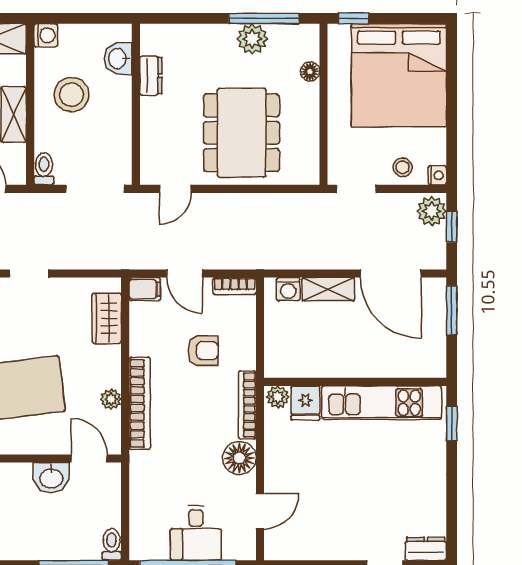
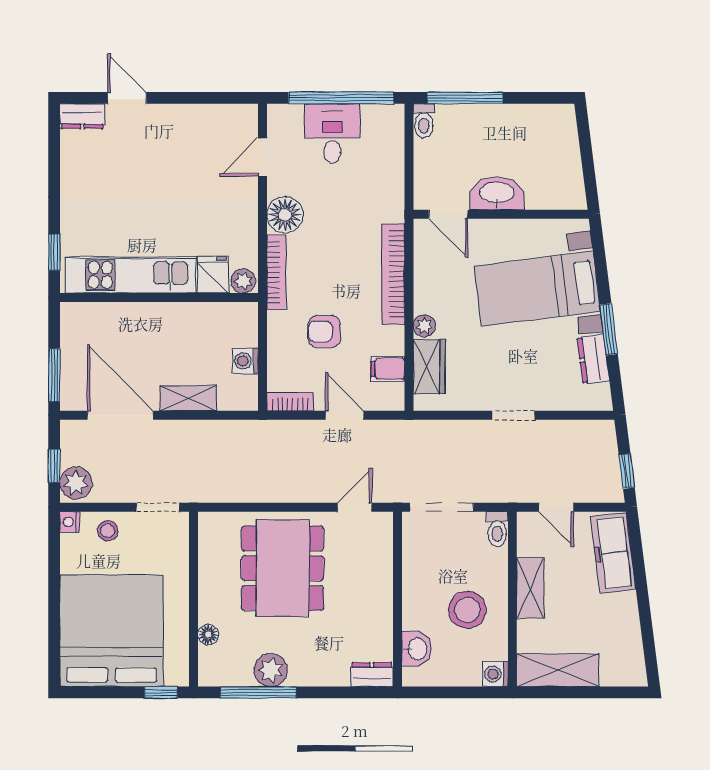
dresser: (151, 76) -> (372, 675), moved, turned 90
filing cabinet: (145, 289) -> (388, 369), moved
washing machine: (288, 289) -> (245, 361), moved, turned -90
plant: (111, 399) -> (424, 326), moved
washbasin: (51, 478) -> (497, 193), width x1.38

